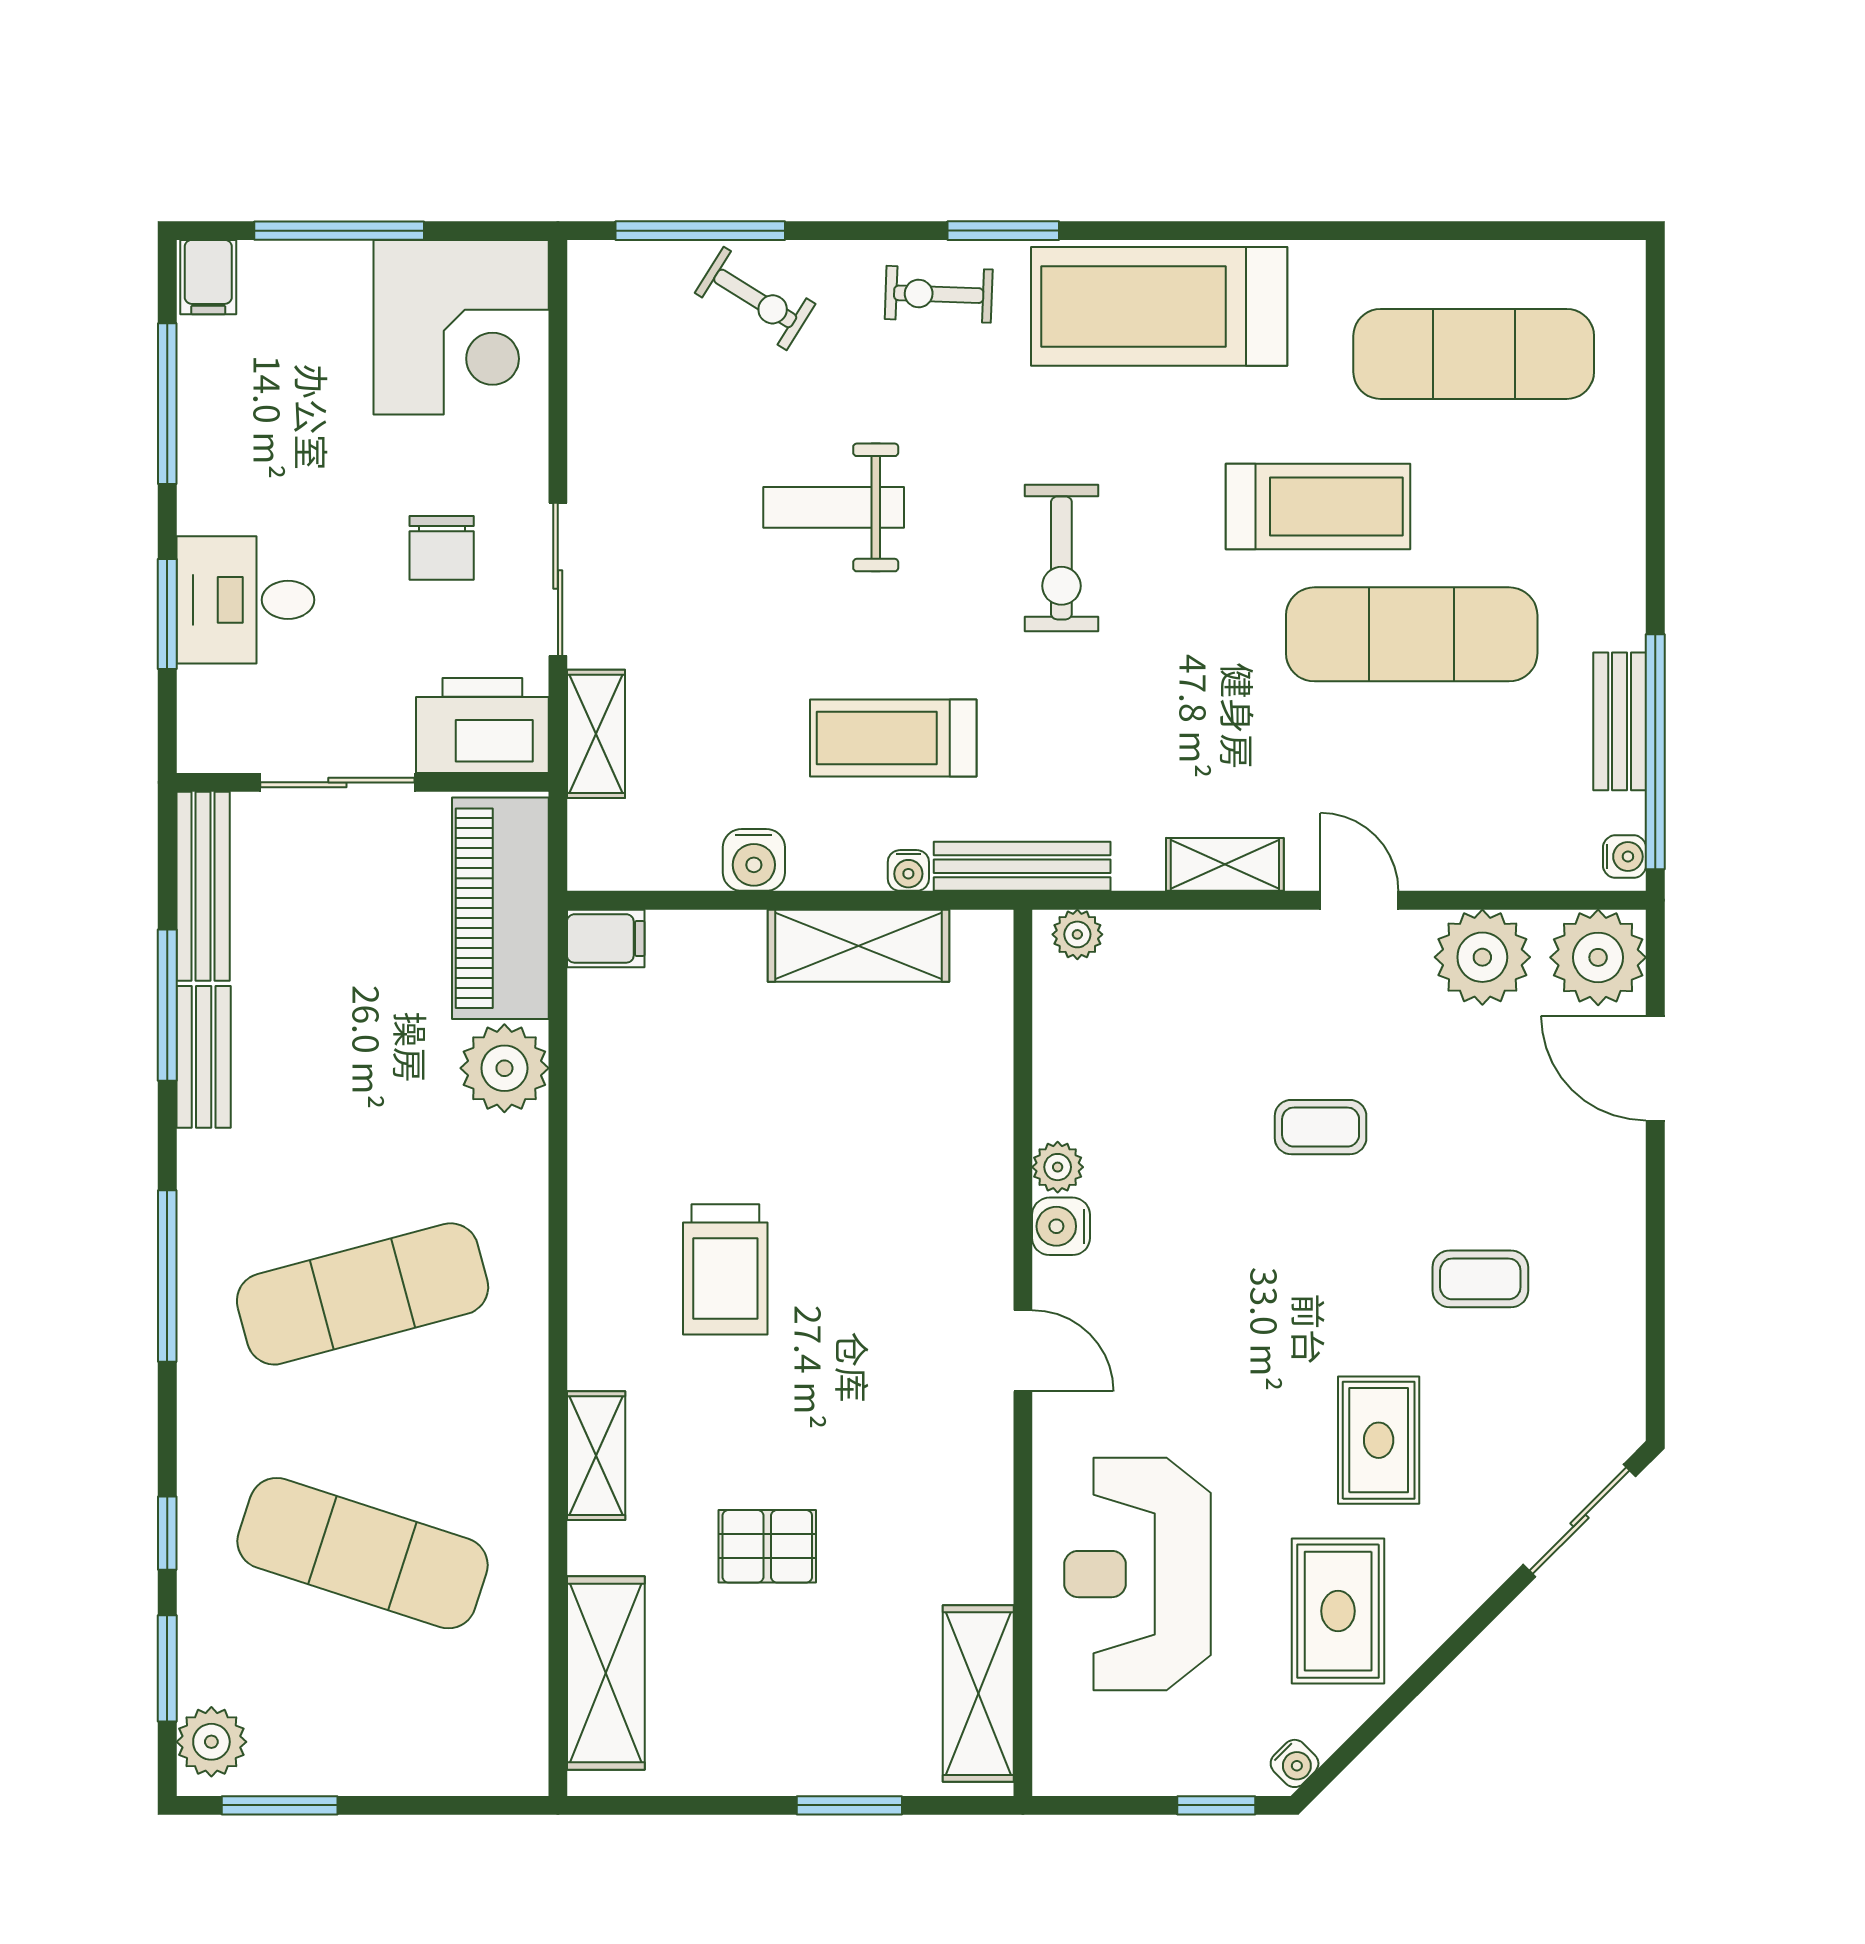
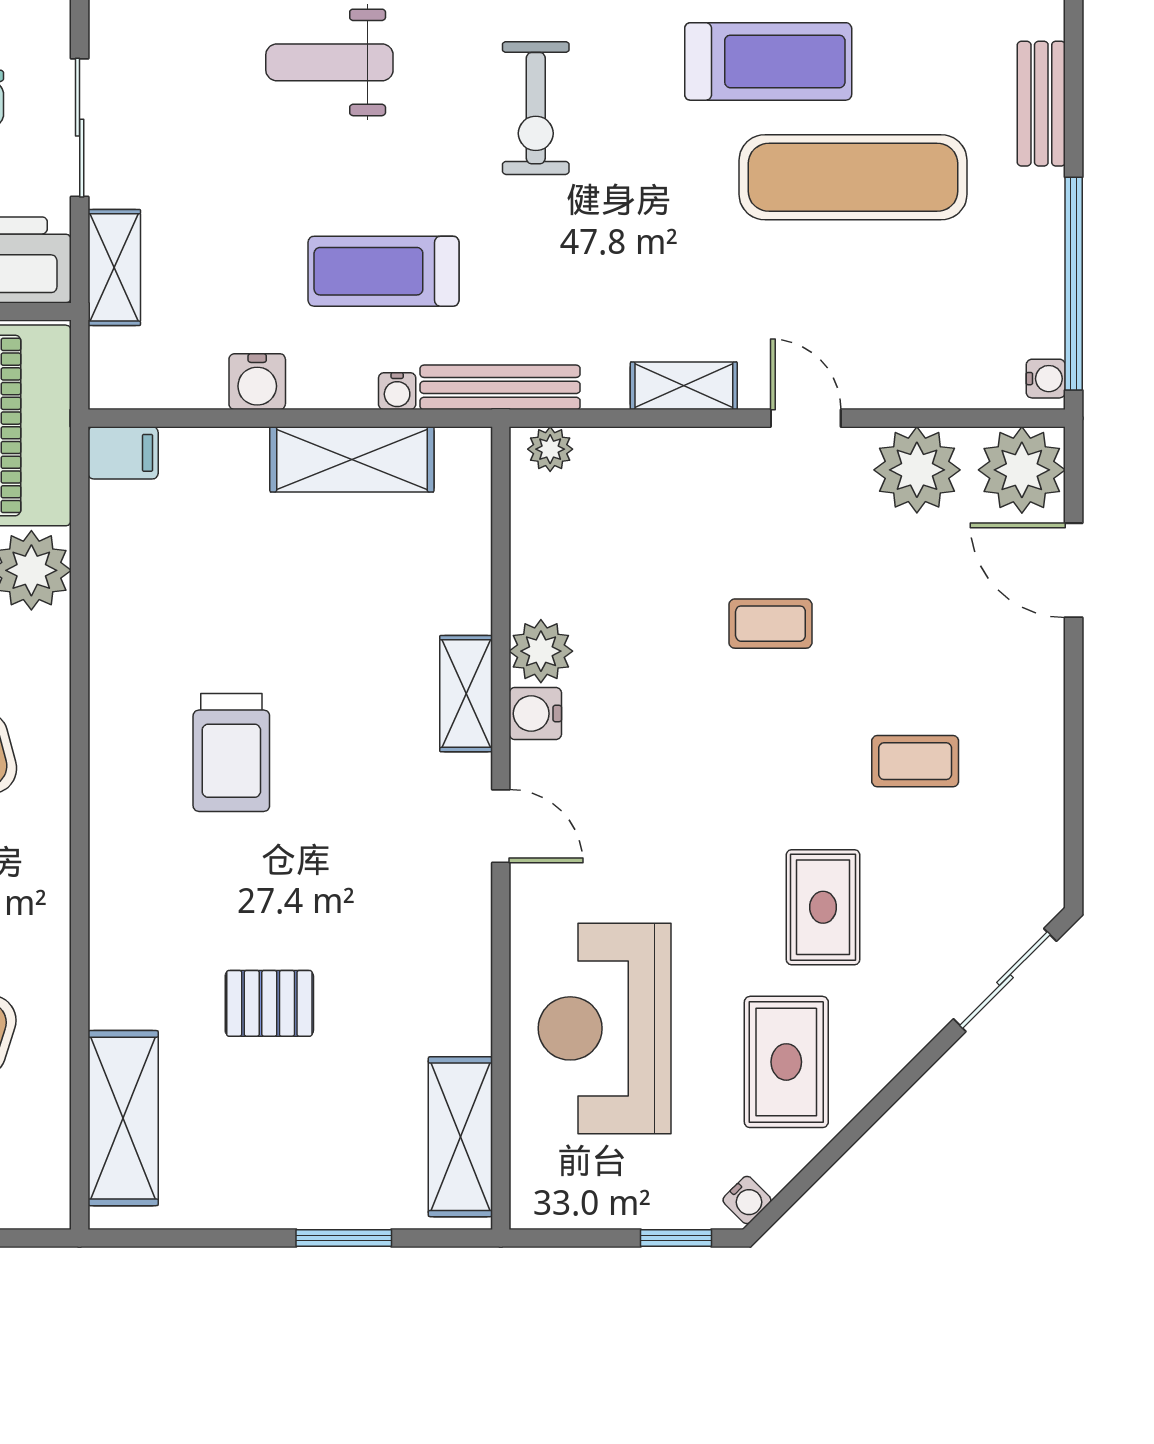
bench: (1620, 721) -> (1041, 104), moved
plant: (1058, 1167) -> (541, 651), width x1.38, depth x1.38
shelving: (596, 1456) -> (466, 694), moved

